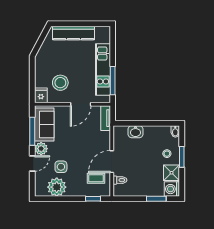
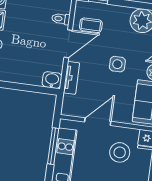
tv unit: (106, 118) -> (71, 78), moved
washbasin: (135, 132) -> (52, 80), moved
side table: (61, 167) -> (117, 64), moved

